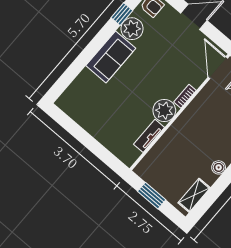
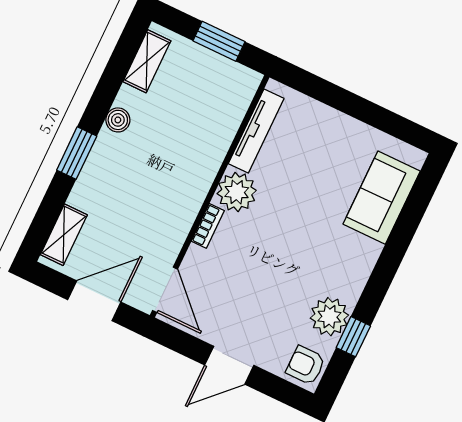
sofa: (111, 57) -> (382, 198), moved
tv unit: (149, 136) -> (256, 131), width x1.41

